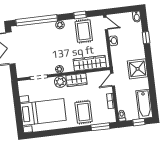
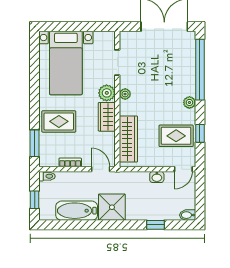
bathtub: (144, 104) -> (77, 211), moved

